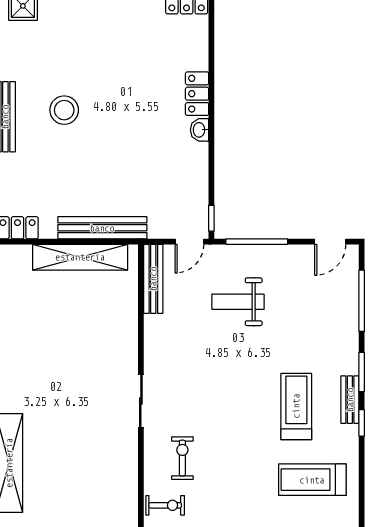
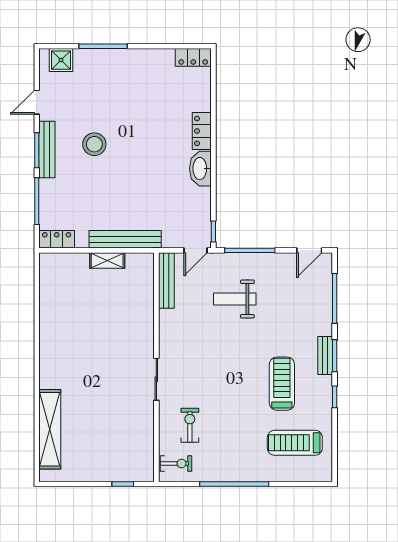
washbasin: (200, 130) -> (200, 169), width x1.91, depth x1.45
shelving: (80, 257) -> (107, 260), width x0.45, depth x0.75
bench: (350, 400) -> (325, 356), moved

